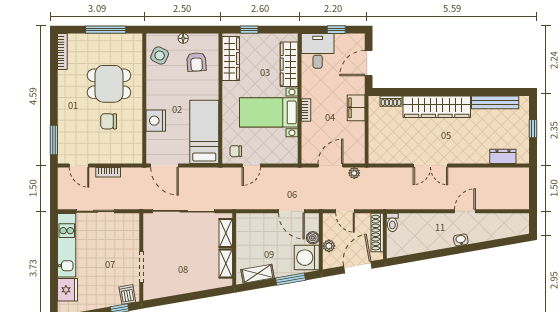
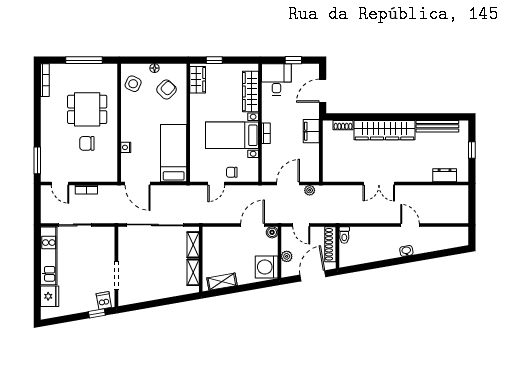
wardrobe: (231, 58) -> (198, 80), width x0.67
armchair: (196, 62) -> (167, 90), turned -133
nightstand: (156, 121) -> (126, 147), width x0.53, depth x0.56
chair: (236, 151) -> (232, 172), moved
door: (291, 211) -> (253, 225), swing flipped
door: (465, 211) -> (410, 225), hinge flipped
boiler: (313, 238) -> (272, 232), moved
window: (290, 279) -> (252, 286), removed

